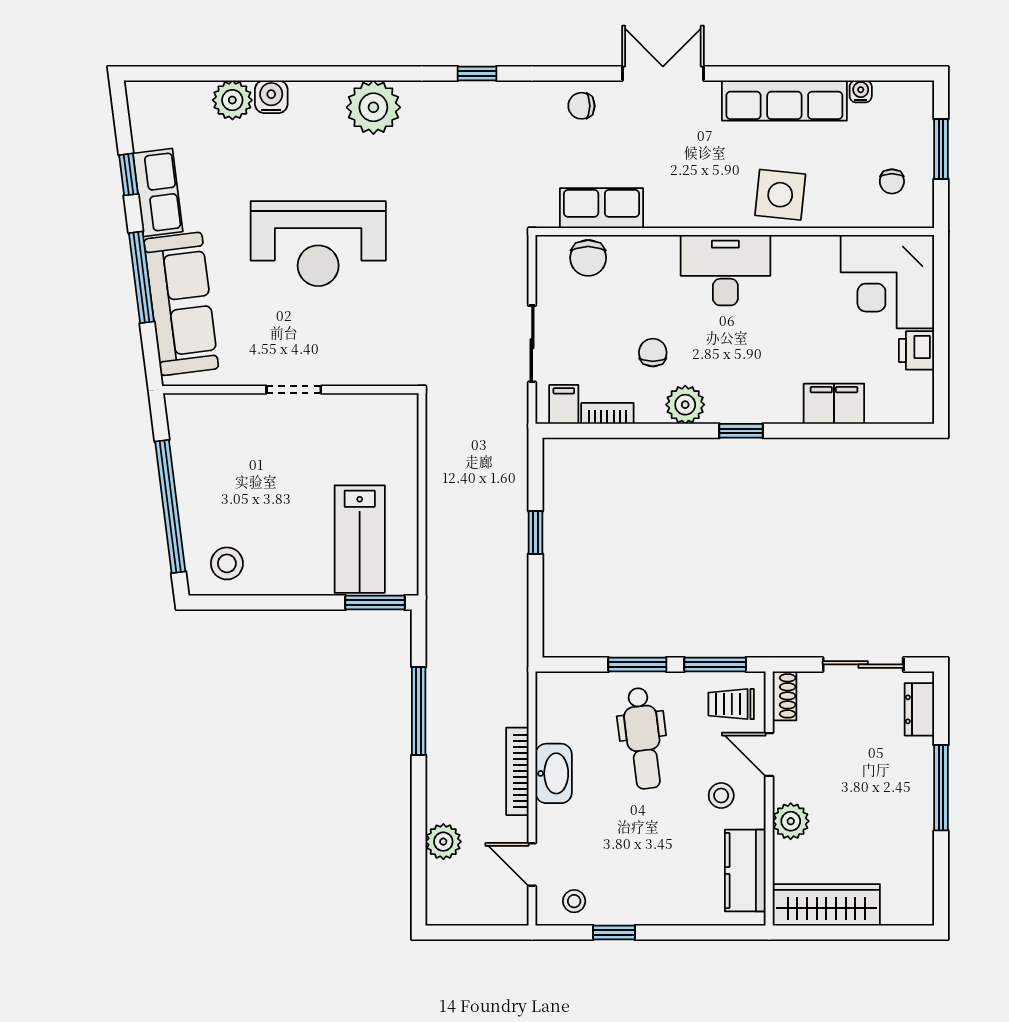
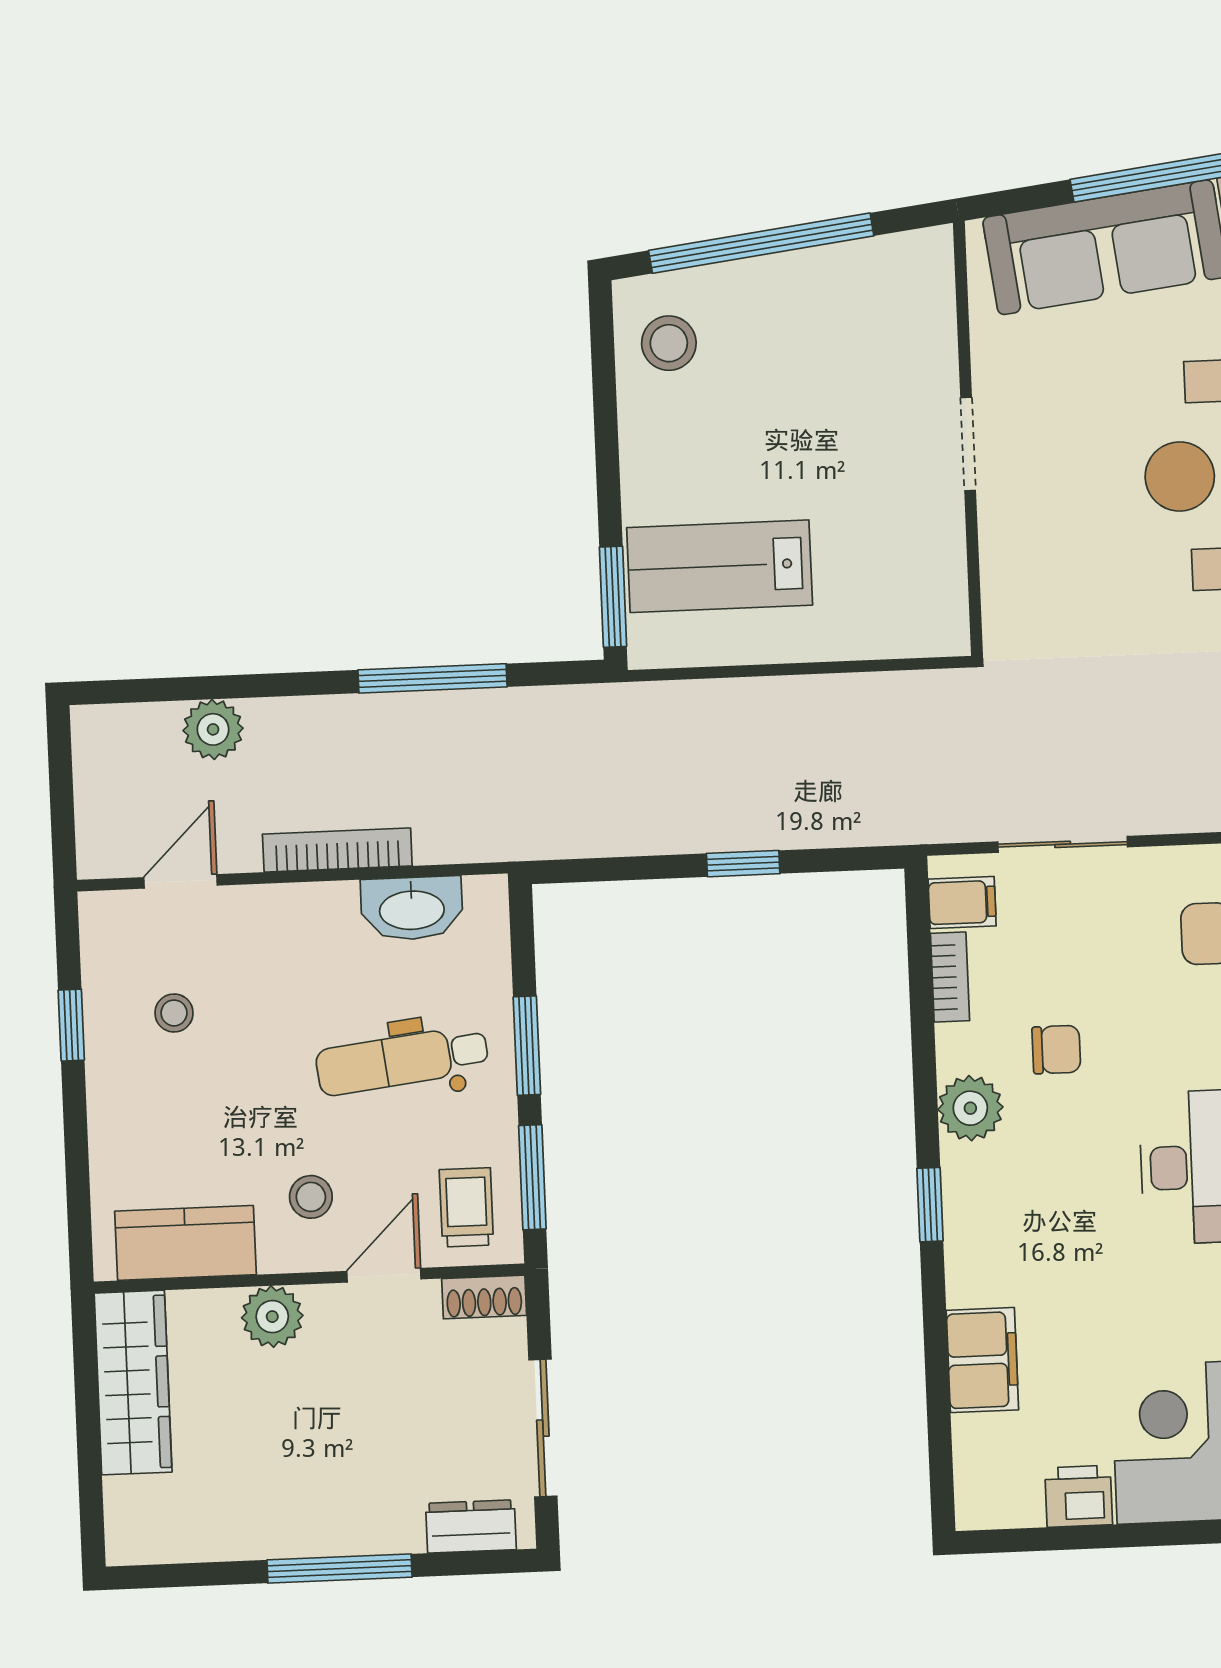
washbasin: (554, 773) -> (412, 908), moved
stool: (574, 901) -> (174, 1013), moved

